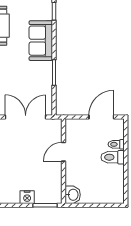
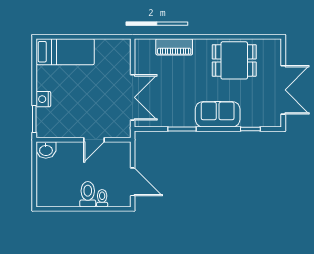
door: (64, 152) -> (94, 140), swing flipped

